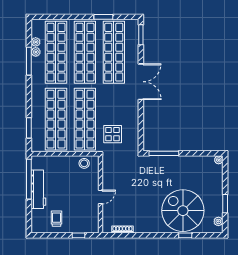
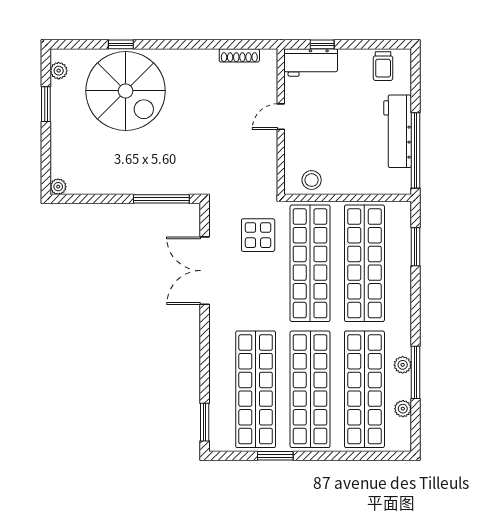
plant: (36, 52) -> (403, 365), moved
double door: (141, 82) -> (205, 271), moved
trolley: (57, 219) -> (383, 66), moved
workbench: (85, 226) -> (311, 62), added

